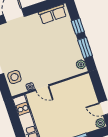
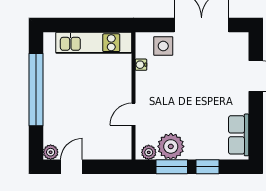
plant: (73, 52) -> (171, 146), added
door: (42, 88) -> (133, 114), moved

